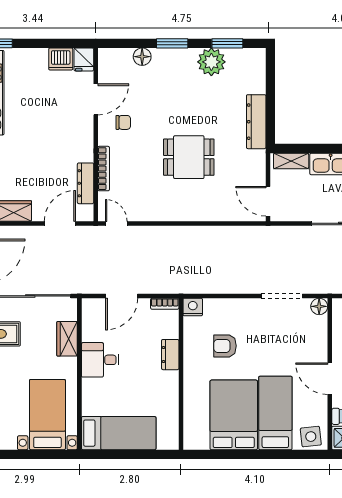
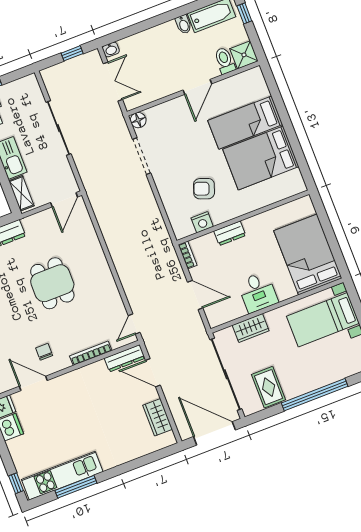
dresser: (86, 183) -> (125, 358), moved
nightstand: (193, 307) -> (202, 222), moved, turned -90
armchair: (225, 346) -> (204, 189), turned 110
bed: (119, 433) -> (308, 254), width x1.50
side table: (311, 437) -> (254, 84), removed

